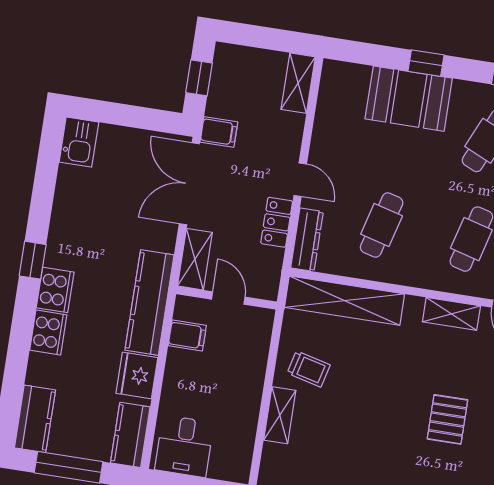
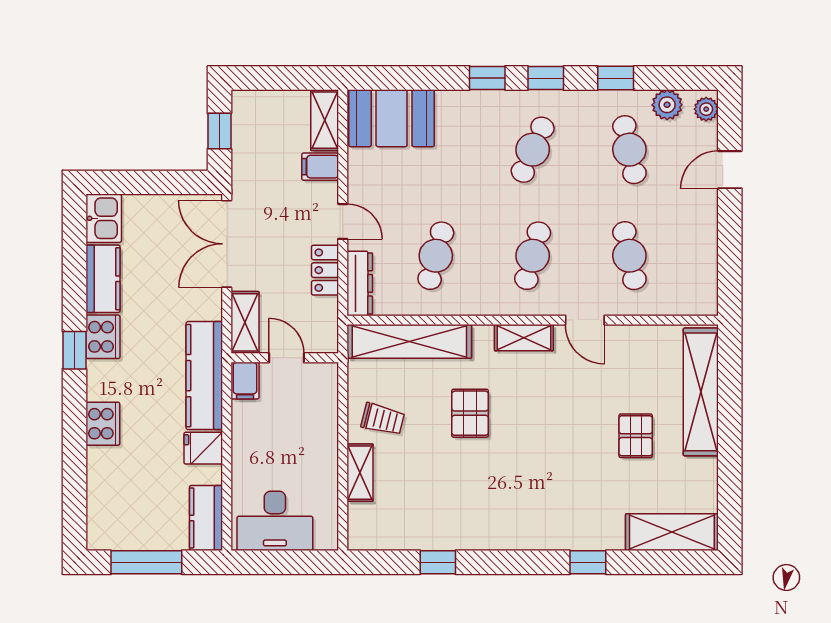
window: (426, 63) -> (487, 78), moved
booth: (409, 99) -> (392, 118), moved
filing cabinet: (219, 132) -> (320, 167), moved, turned 180
cooker: (55, 290) -> (103, 337), moved
filing cabinet: (187, 336) -> (245, 381), moved, turned 90
fridge: (137, 375) -> (203, 448), width x0.72
kitchen counter: (35, 419) -> (103, 279), moved
pallet: (447, 419) -> (470, 413), moved
desk: (184, 446) -> (275, 521), width x1.37

